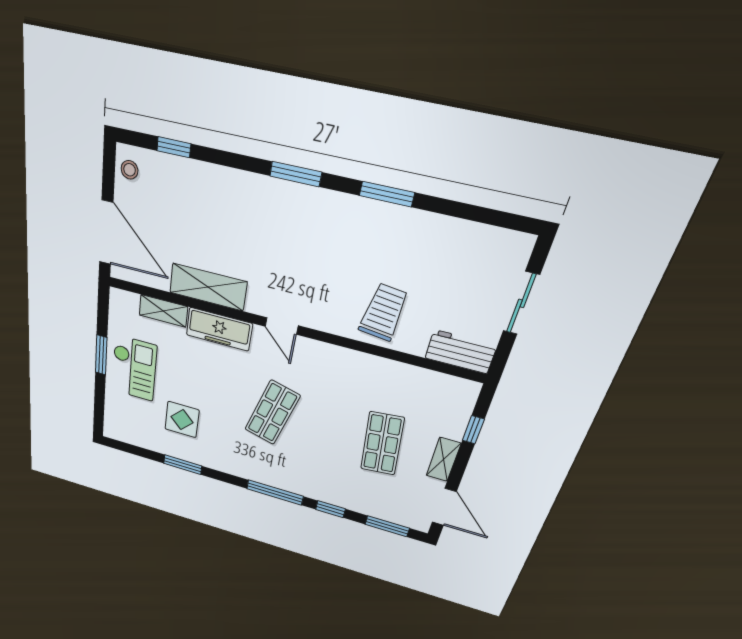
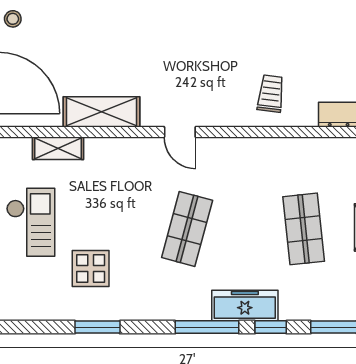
trolley: (384, 312) -> (271, 94), width x0.73, depth x0.72
freezer: (219, 329) -> (245, 306), moved, turned 180

